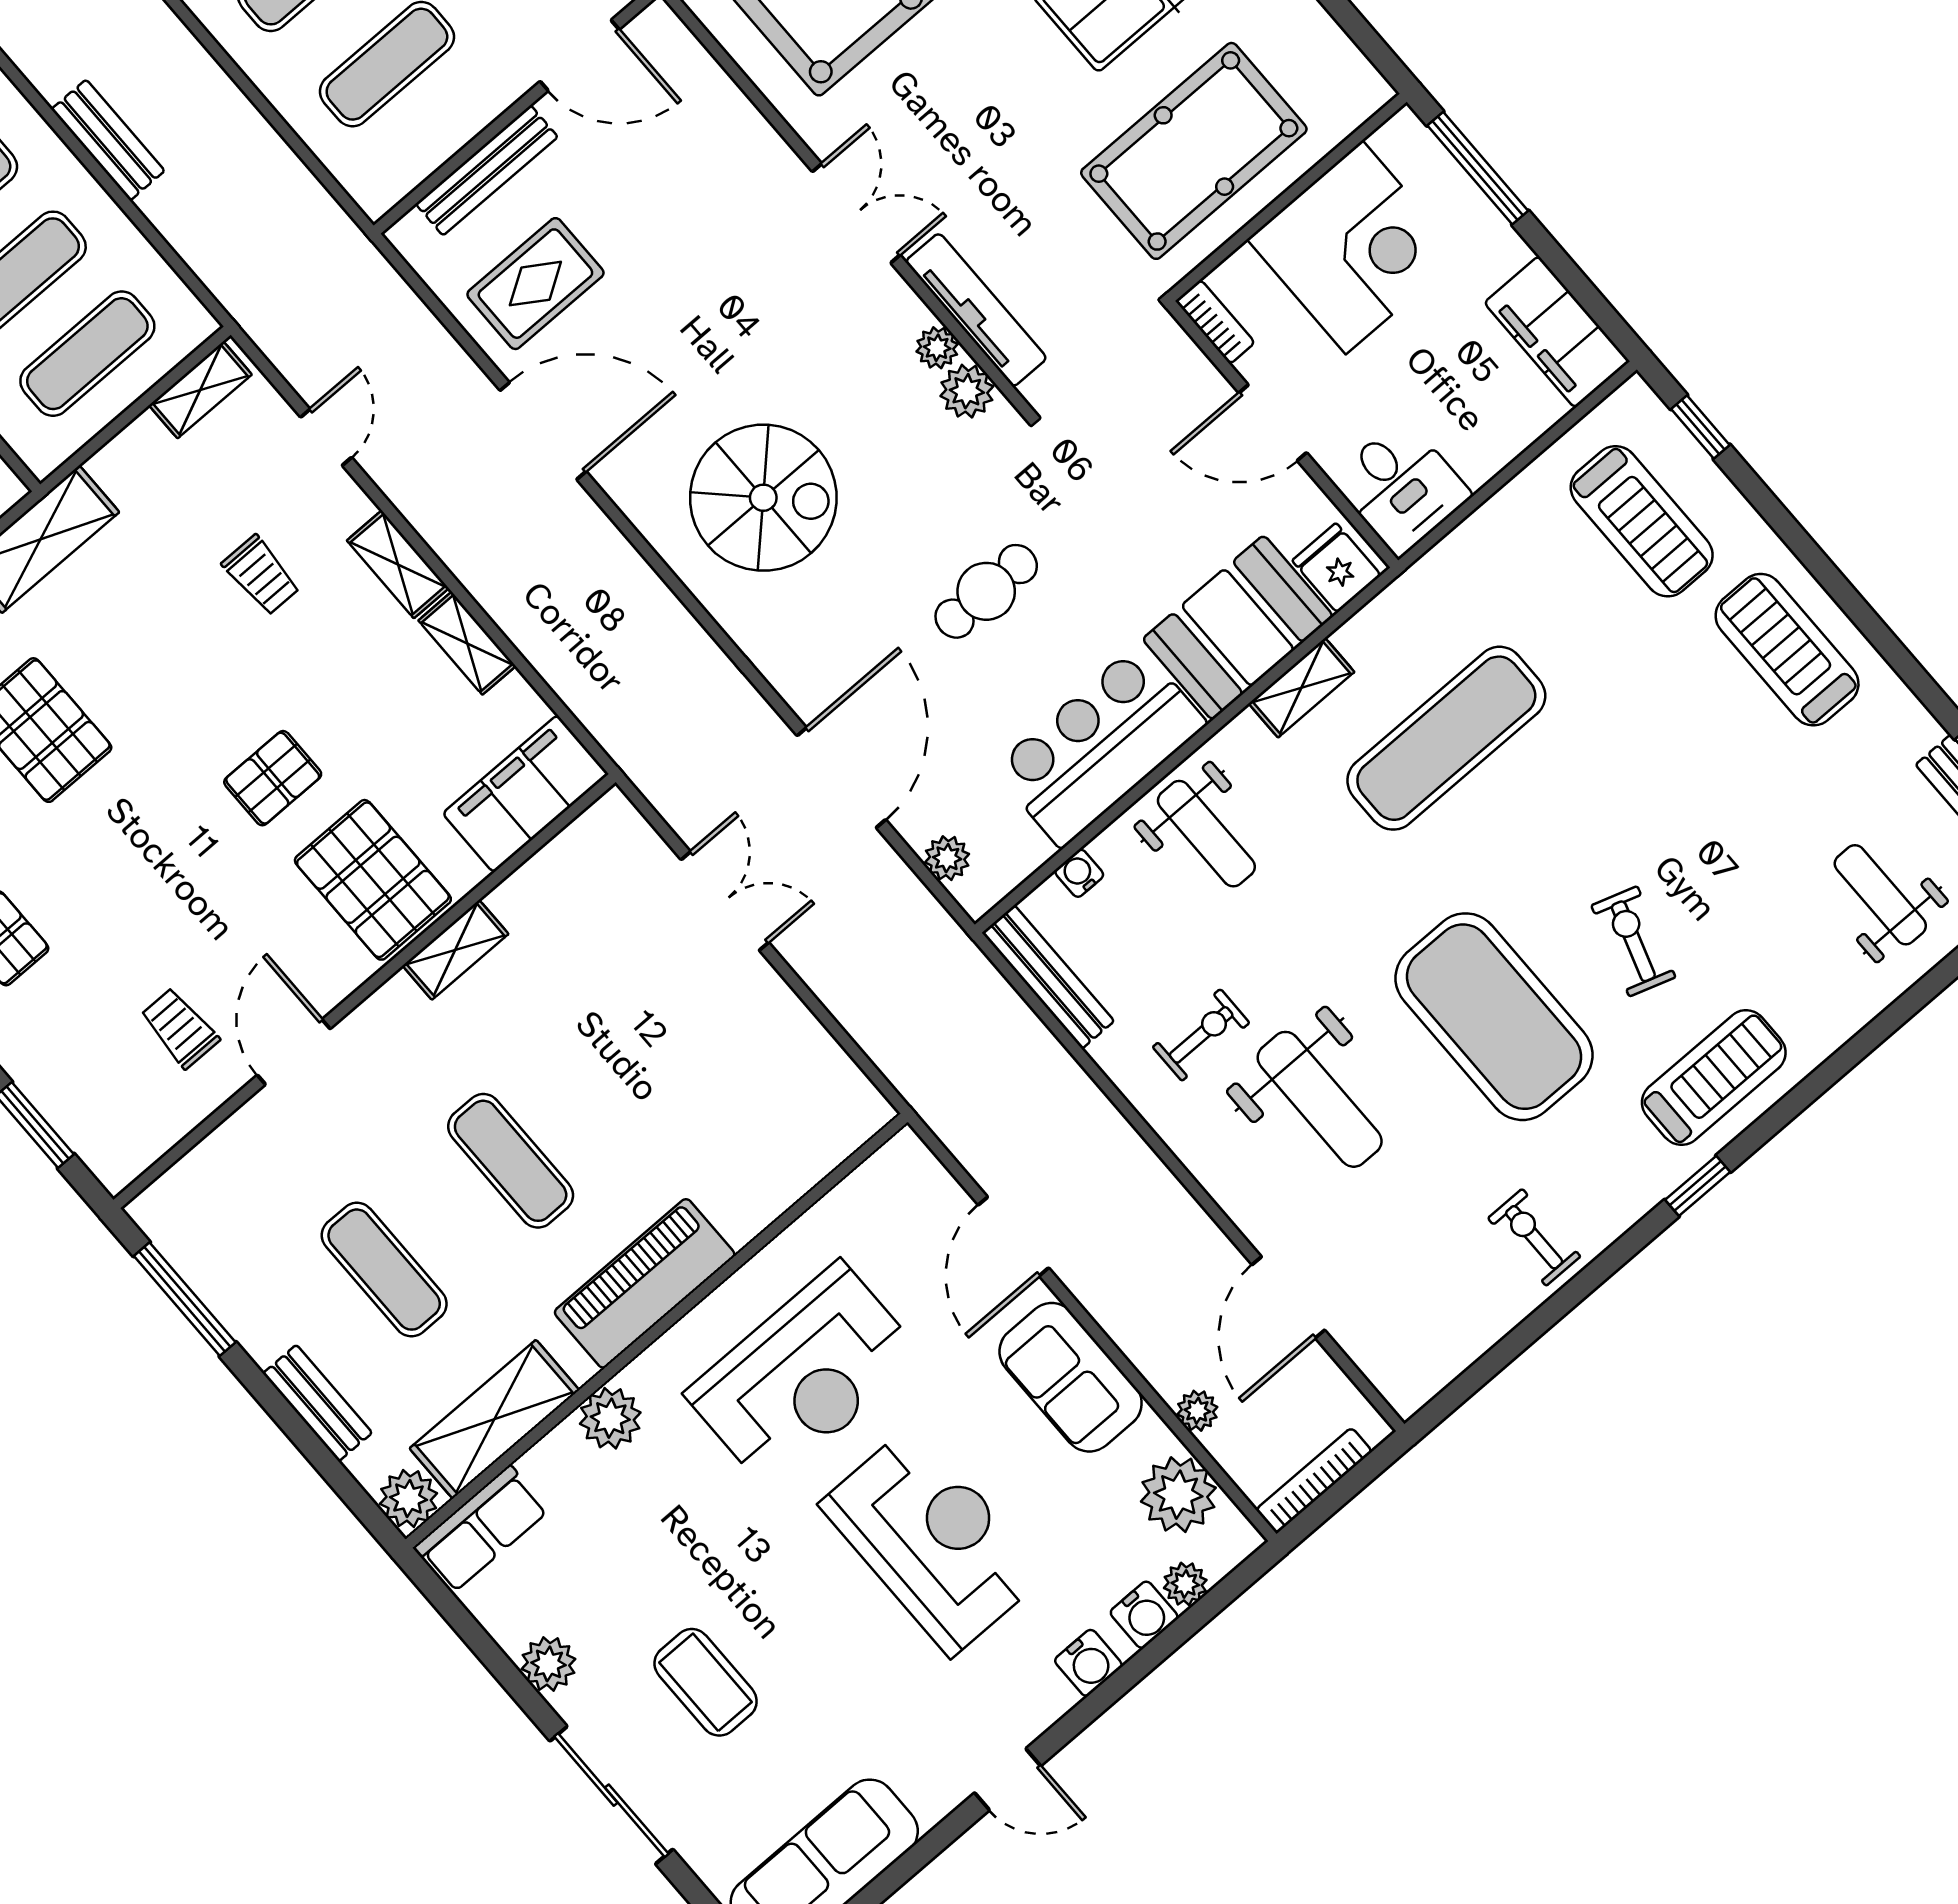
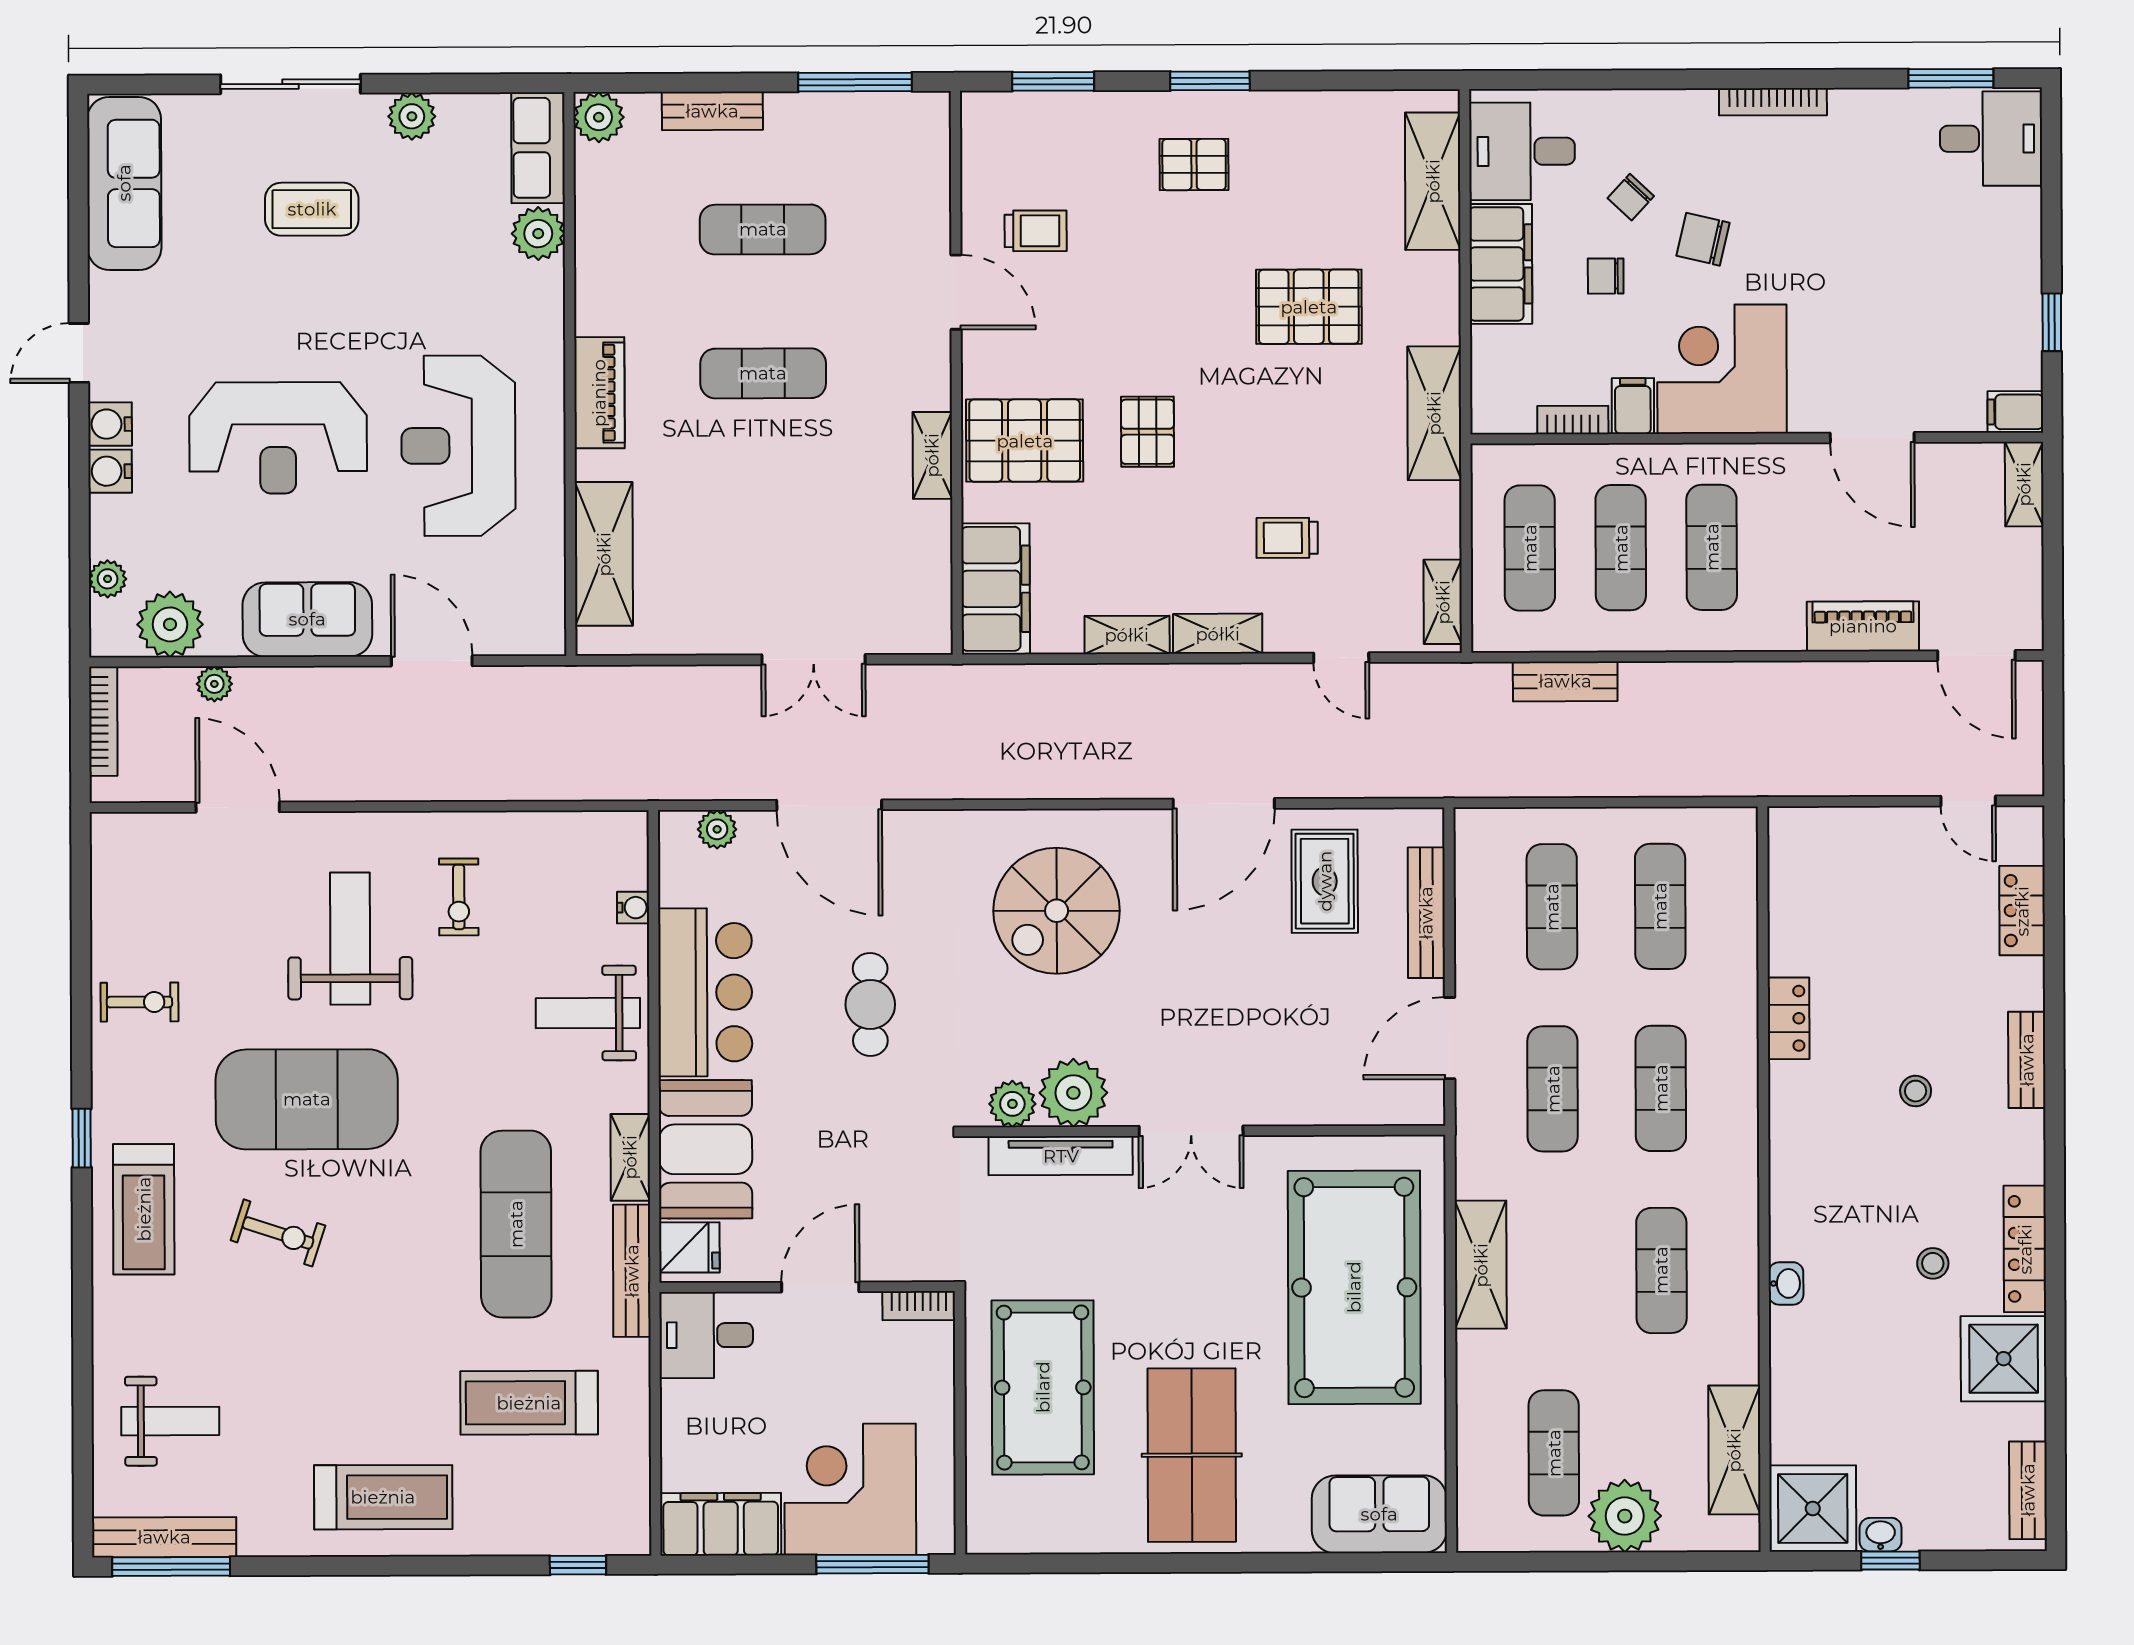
bench: (108, 140) -> (1565, 681), moved
corner desk: (1354, 247) -> (850, 1489), moved, turned 90
plant: (937, 348) -> (1073, 1093), width x1.87, depth x1.87
treadmill: (1642, 521) -> (529, 1403), moved
bench: (1048, 977) -> (632, 1271), moved, turned 90
weight bench: (1320, 1099) -> (350, 939), turned 90
piano: (645, 1283) -> (599, 393), width x0.73, depth x0.75
plant: (610, 1418) -> (538, 234), moved
shelving: (494, 1419) -> (604, 554), moved
water cooler: (1144, 1615) -> (110, 424), moved

